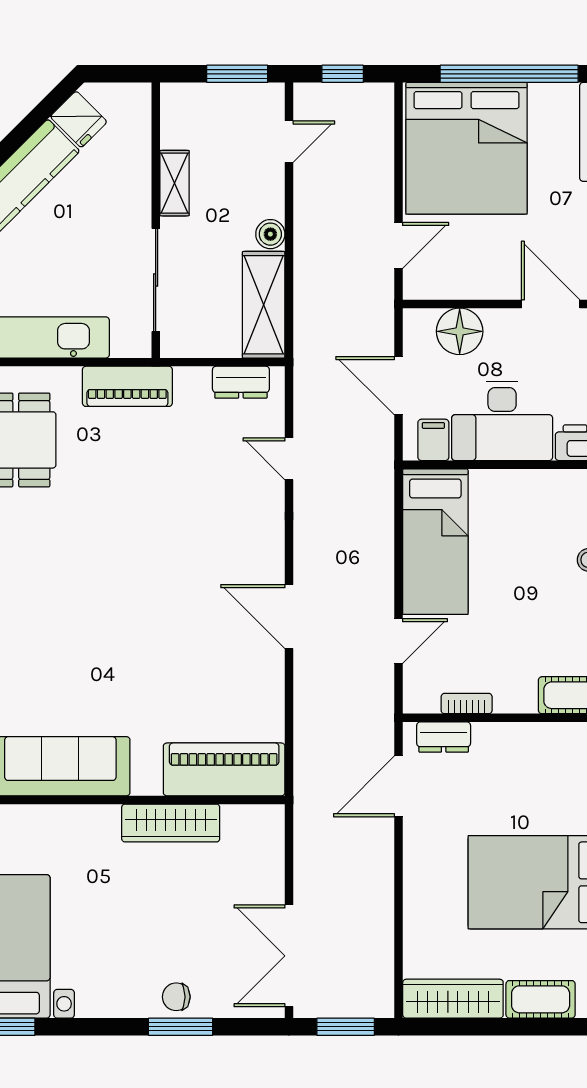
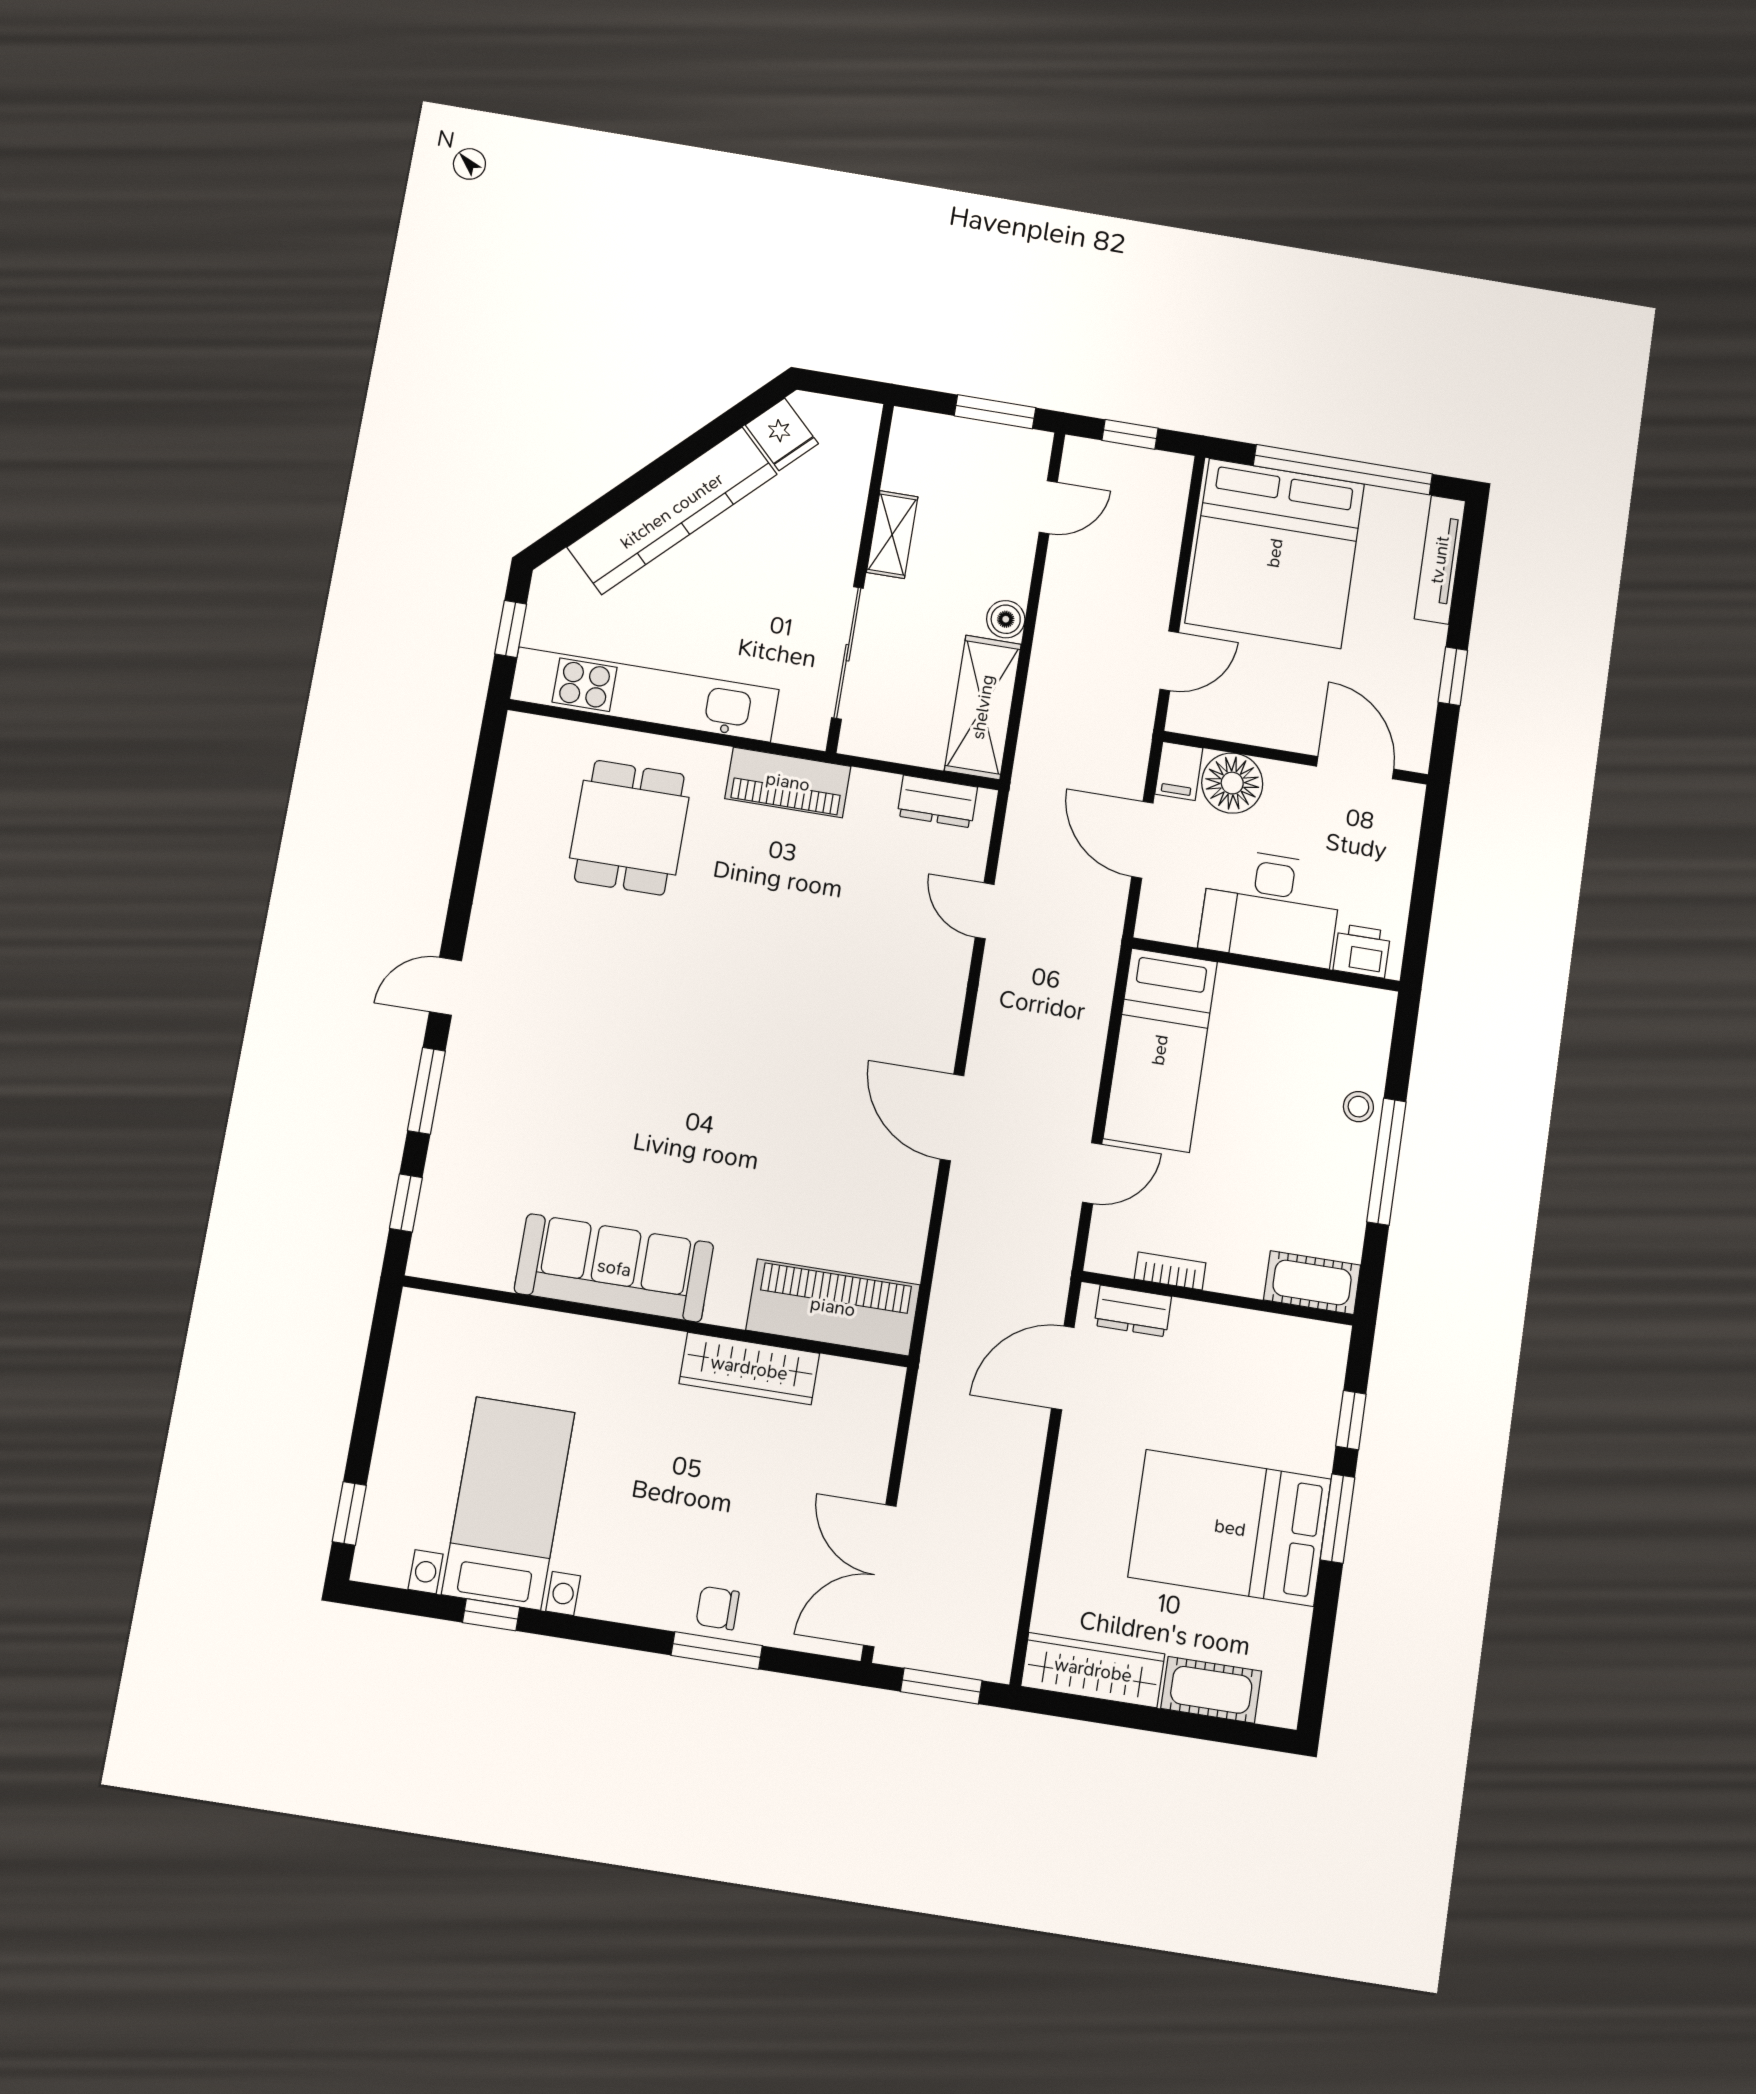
filing cabinet: (433, 440) -> (1179, 771), moved, turned 180

